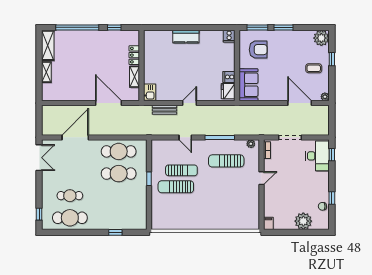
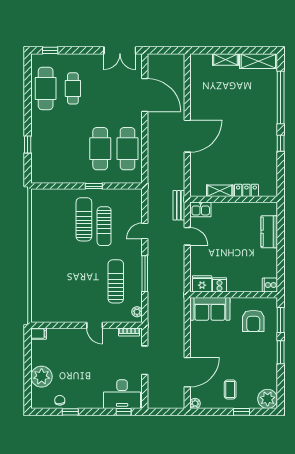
locker: (134, 55) -> (246, 190), moved
wall: (141, 66) -> (234, 199), moved
shelving: (134, 77) -> (220, 191), moved
kitchen sink: (150, 92) -> (201, 209), moved

